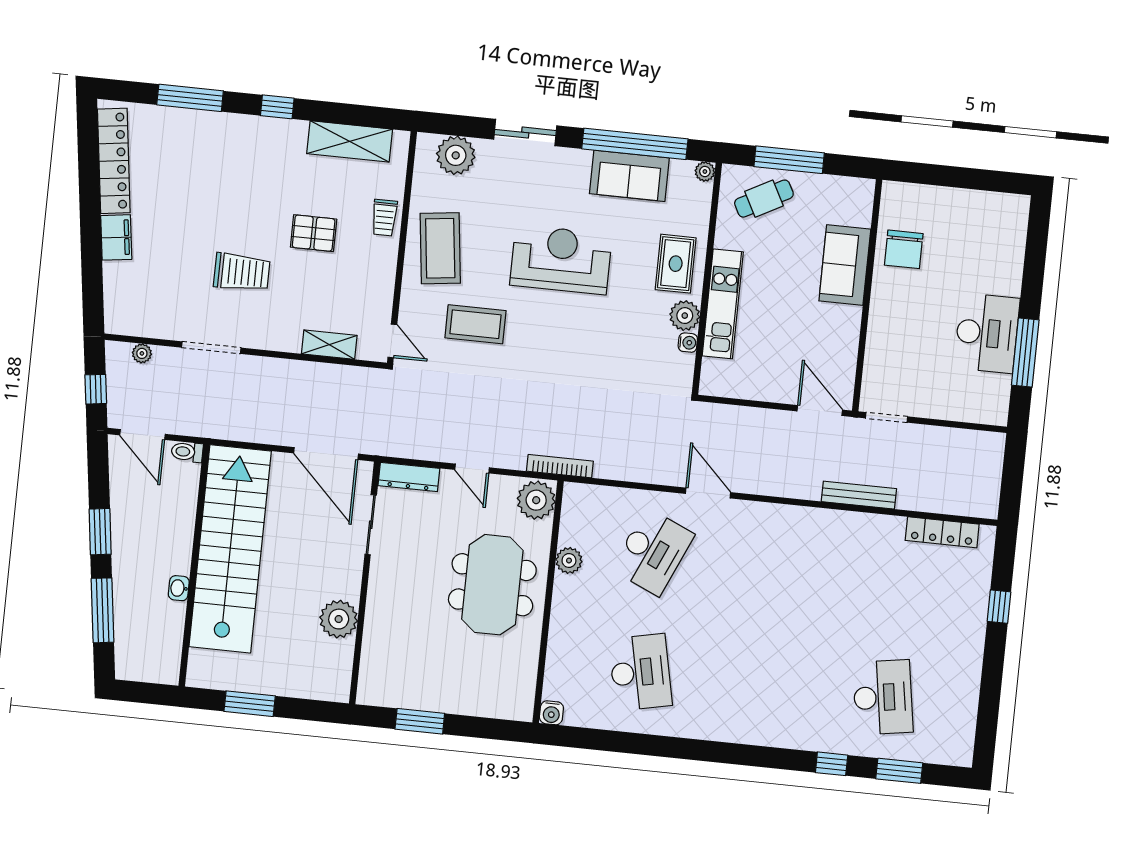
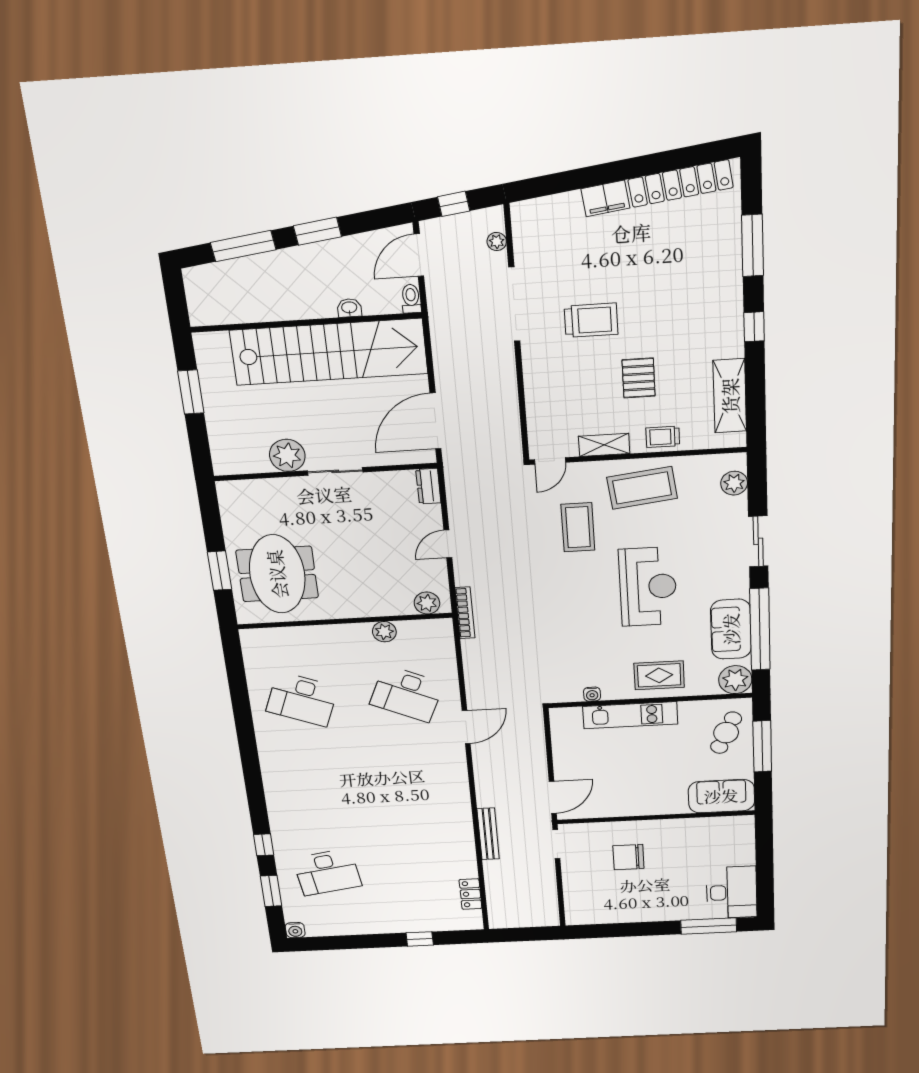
plant: (456, 155) -> (734, 483), width x0.73, depth x0.73
plant: (705, 172) -> (735, 680), width x1.87, depth x1.87
cafe table: (764, 199) -> (726, 733), turned 52
chair: (904, 249) -> (628, 857), moved
sofa: (845, 265) -> (721, 796), moved
trolley: (242, 272) -> (591, 320), turned -90
plant: (685, 316) -> (615, 689), removed
desk: (987, 333) -> (732, 892), moved, turned -90
shelving: (329, 345) -> (604, 445), moved, turned 90
doorway: (211, 348) -> (514, 304), width x1.36
window: (1025, 353) -> (709, 926), moved
dresser: (409, 477) -> (428, 486), width x0.70
plant: (536, 500) -> (427, 603), width x0.73, depth x0.73
sliding door: (371, 525) -> (335, 471), moved
locker: (942, 532) -> (470, 894), width x0.66
meeting table: (492, 585) -> (277, 574), moved, turned 90
washbasin: (179, 588) -> (349, 308), moved
desk: (640, 672) -> (302, 699), turned 33
water cooler: (551, 713) -> (295, 930), moved, turned -90
window: (420, 721) -> (220, 571), moved

